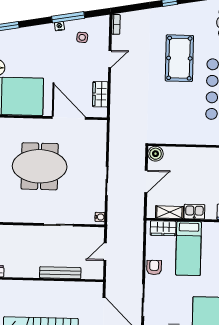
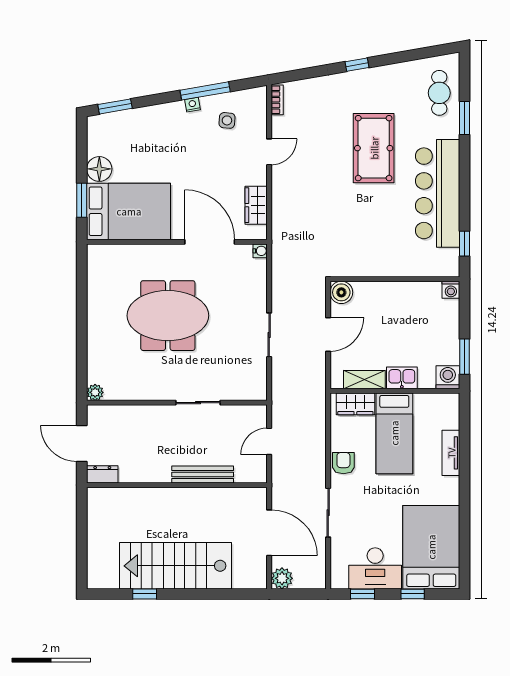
water cooler: (100, 217) -> (260, 251), moved

